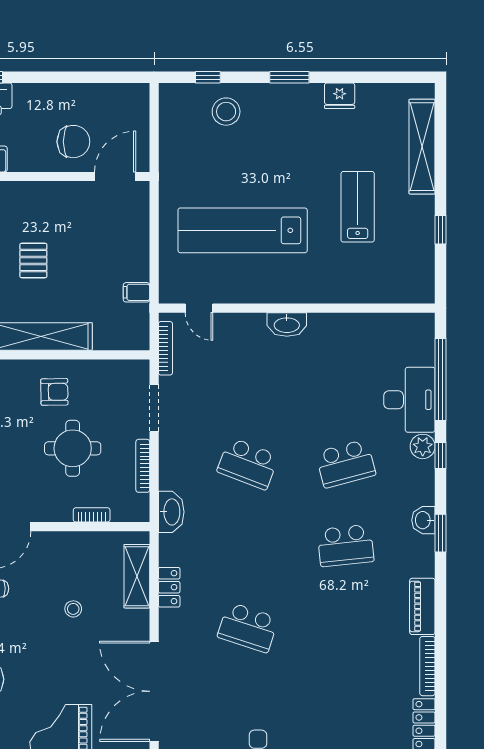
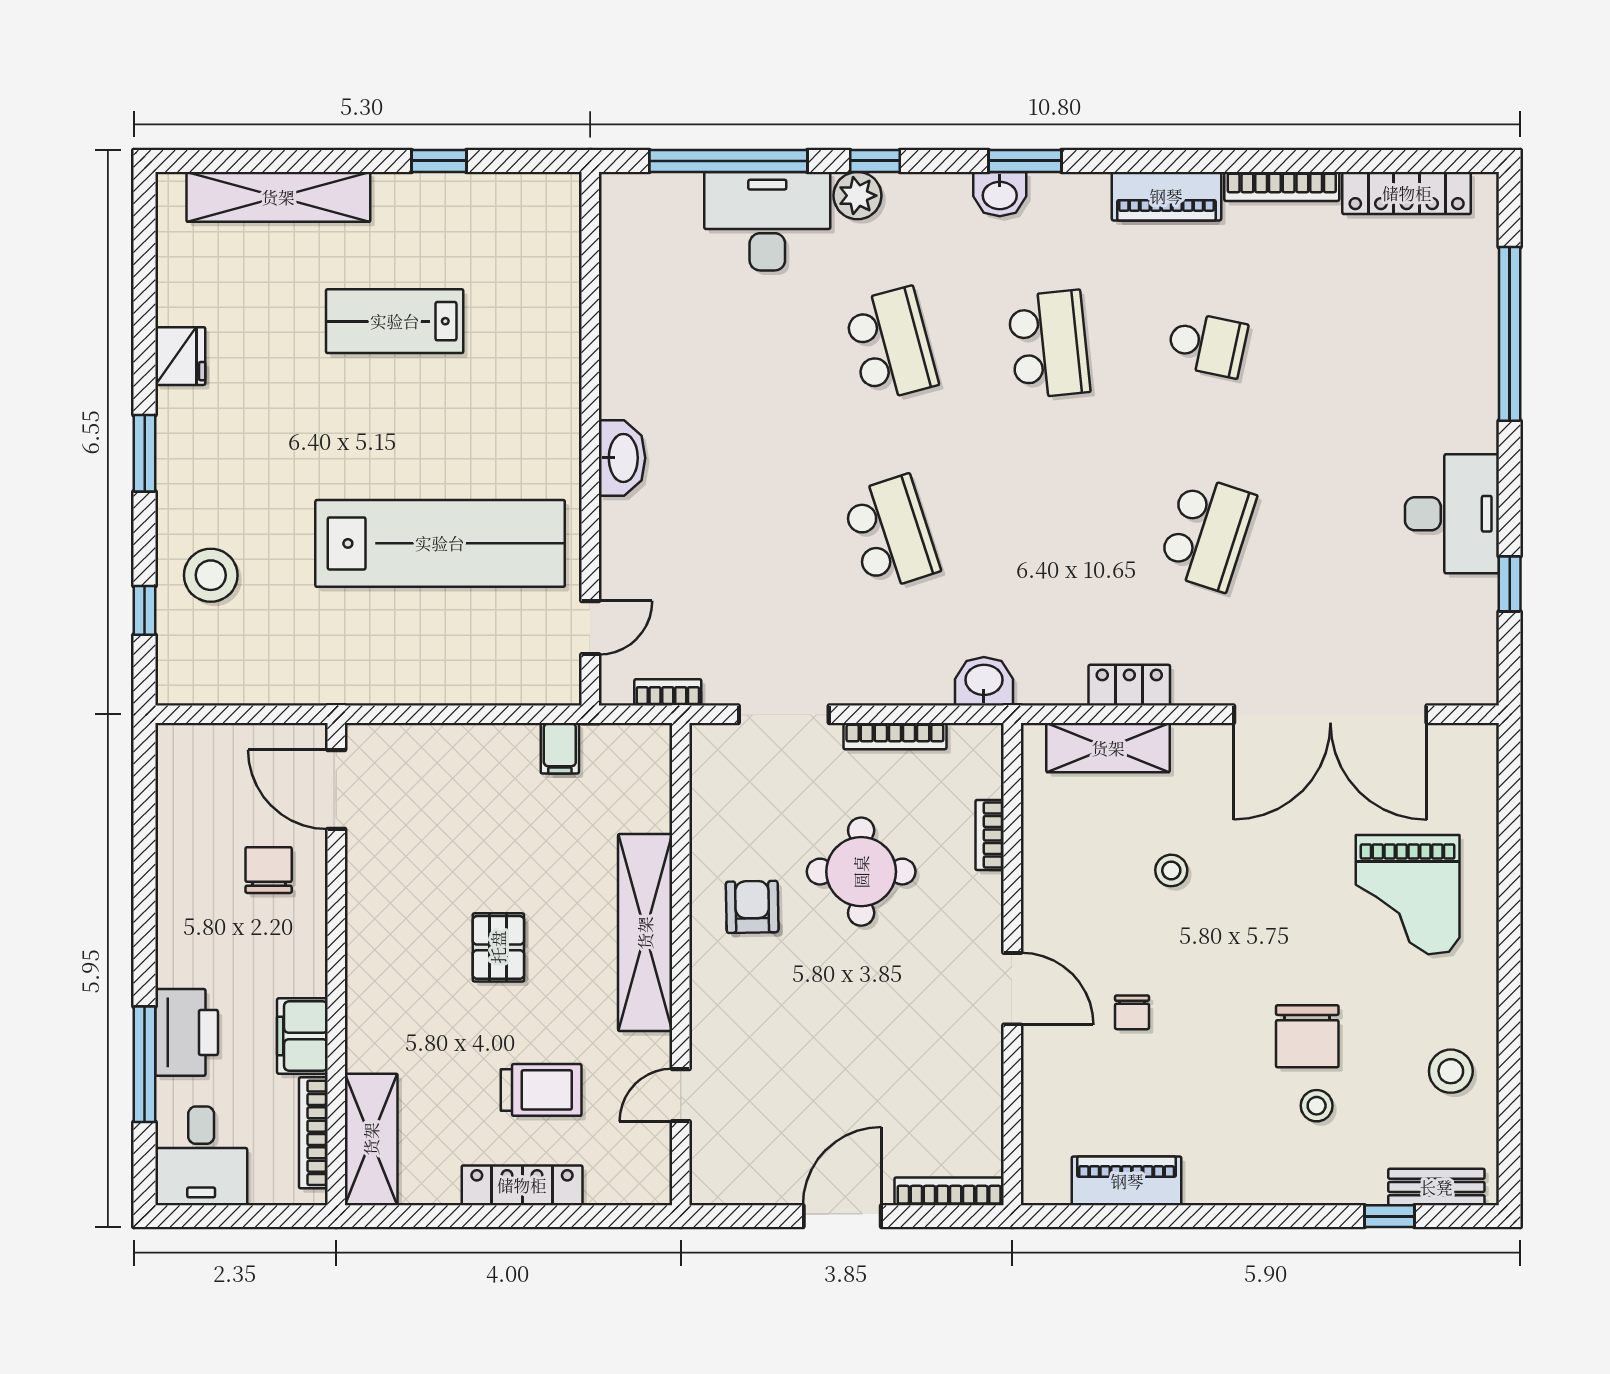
chair: (73, 142) -> (269, 870), width x0.73, depth x0.73
lab bench: (243, 230) -> (440, 543), turned -90
pallet: (33, 260) -> (498, 947), turned 90
bookcase: (165, 348) -> (668, 692), width x0.64
school desk: (248, 464) -> (891, 533), turned -39
washbasin: (171, 512) -> (984, 681), width x0.72
school desk: (346, 627) -> (1207, 344), added

